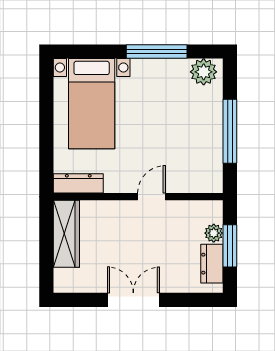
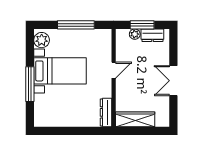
window: (157, 51) -> (30, 84), moved
bed with nightstands: (92, 104) -> (60, 71), moved
door: (151, 197) -> (114, 70), swing flipped

